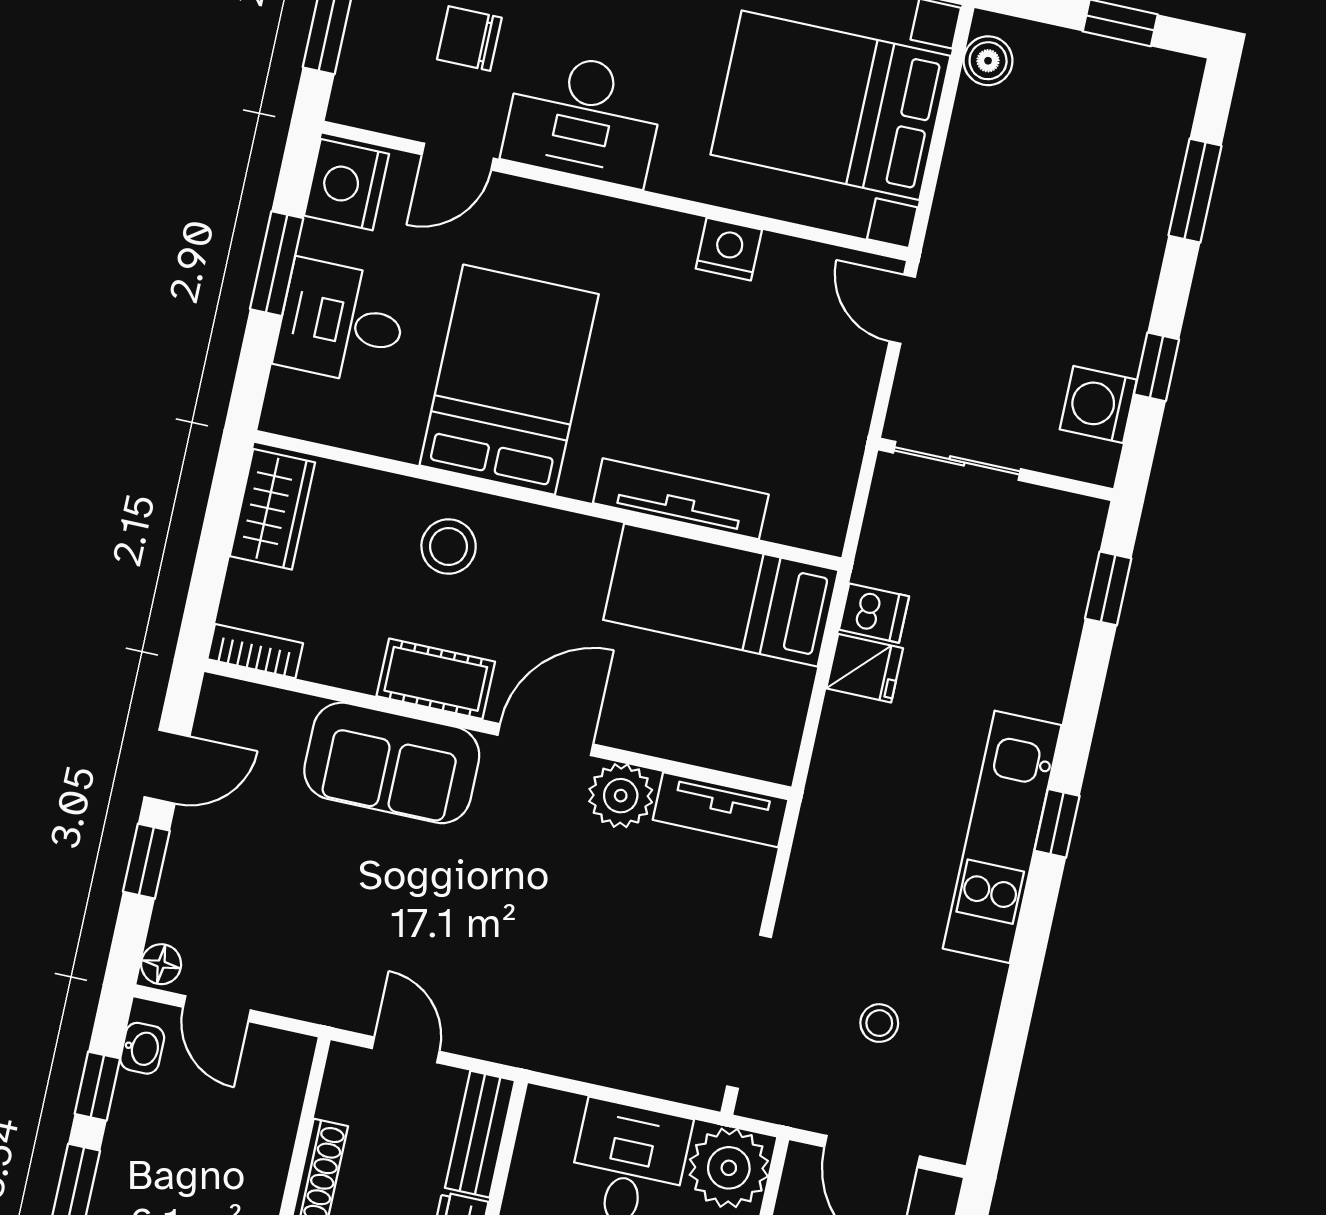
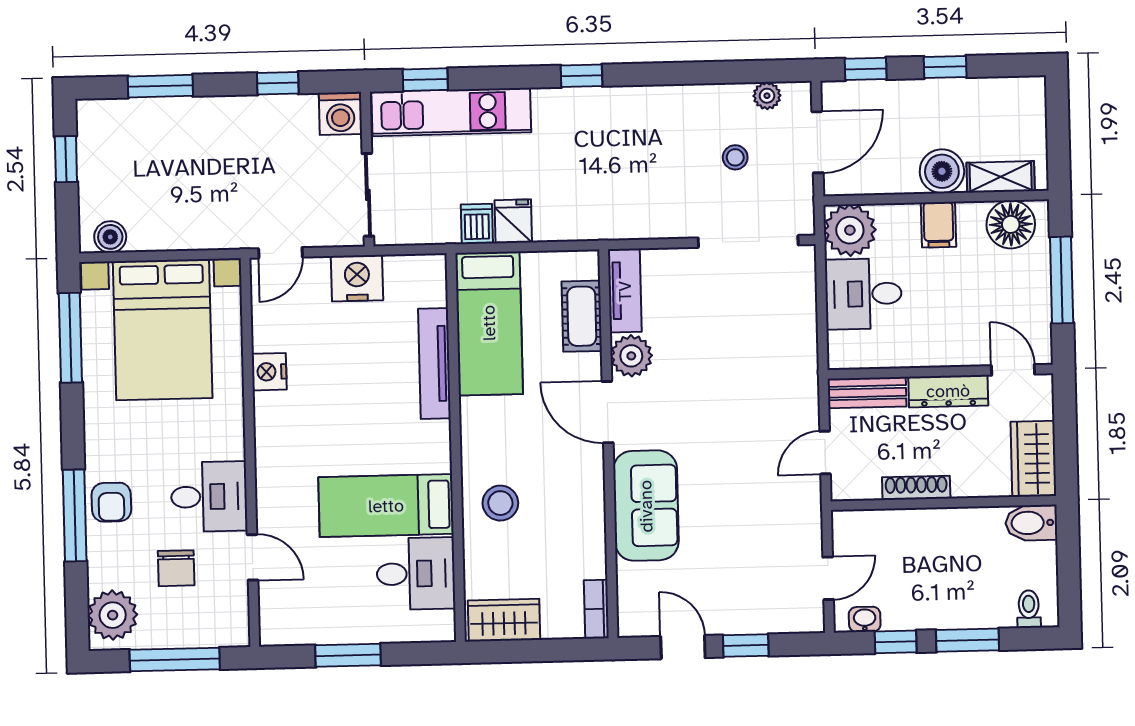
desk: (584, 118) -> (209, 497), width x0.73
nightstand: (347, 185) -> (357, 278), moved, turned 180
desk: (342, 322) -> (416, 574), moved, turned -90
bed: (509, 380) -> (386, 506), width x0.67
washing machine: (1098, 404) -> (340, 114), moved
cot: (436, 679) -> (582, 316), moved
kitchen unit: (1002, 837) -> (451, 112), moved
floor lamp: (161, 964) -> (809, 620), removed
plant: (960, 1093) -> (767, 96), added

